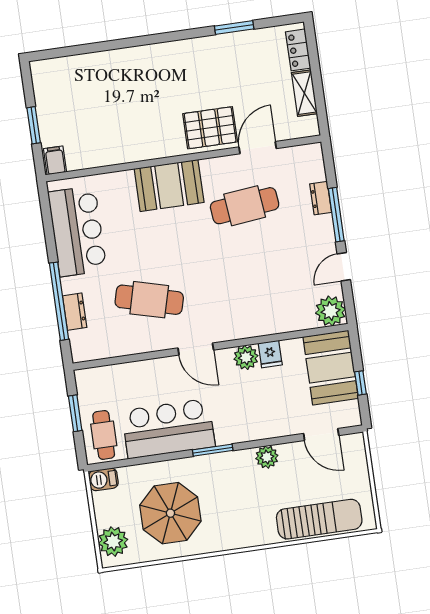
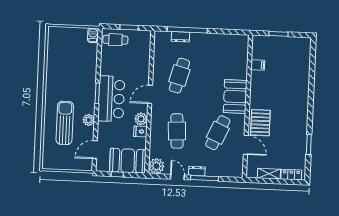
filing cabinet: (55, 160) -> (258, 65), moved
dresser: (321, 198) -> (197, 171), moved
cafe table: (245, 206) -> (218, 133), turned 30
bar counter: (77, 231) -> (221, 46), removed
cafe table: (256, 284) -> (177, 131), added
bar counter: (168, 429) -> (111, 99), moved
parasol: (170, 513) -> (70, 66), removed
sun lounger: (319, 519) -> (65, 123), moved, turned 180
plant: (113, 542) -> (61, 34), removed

